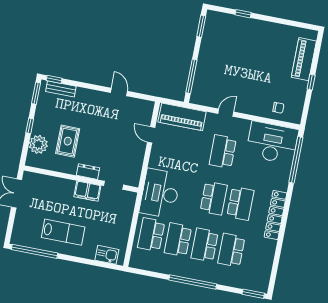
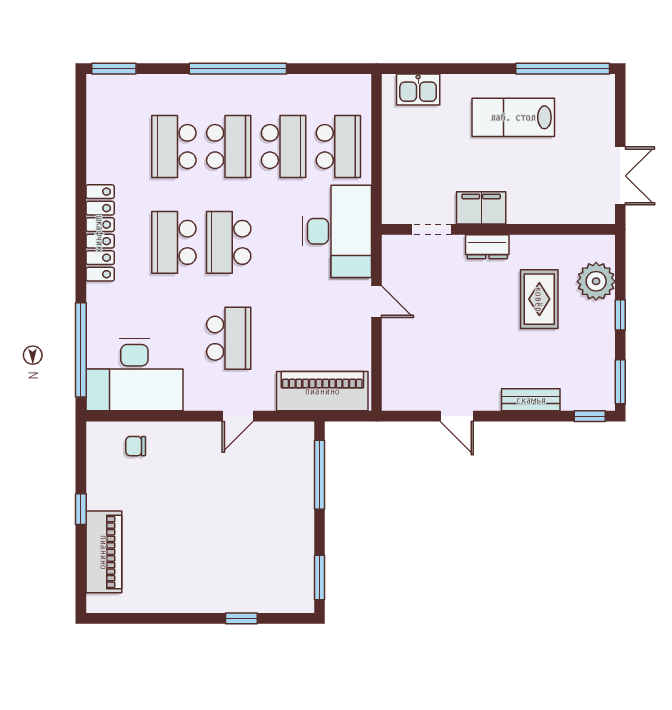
bench: (61, 89) -> (531, 400), moved
door: (151, 135) -> (377, 302), moved
school desk: (231, 250) -> (174, 147), turned 180

